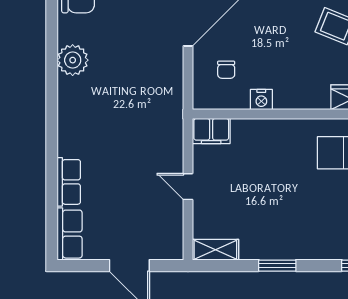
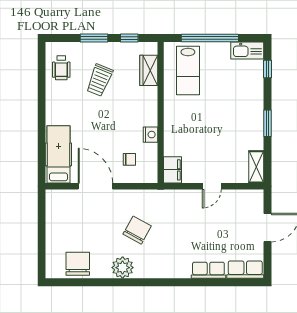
chair: (126, 81) -> (137, 230), added

